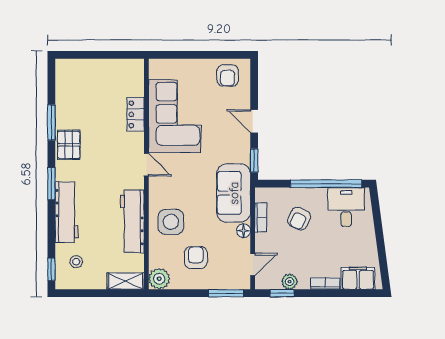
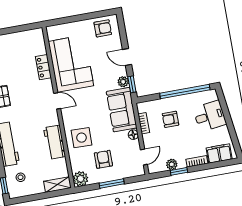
armchair: (228, 75) -> (103, 28), turned -90
plant: (243, 155) -> (123, 82), added
desk: (346, 207) -> (210, 116), moved, turned 82
armchair: (299, 219) -> (171, 119), turned 65
workbench: (132, 221) -> (55, 142), width x0.73
window: (226, 293) -> (112, 183), moved
window: (282, 293) -> (179, 171), moved

